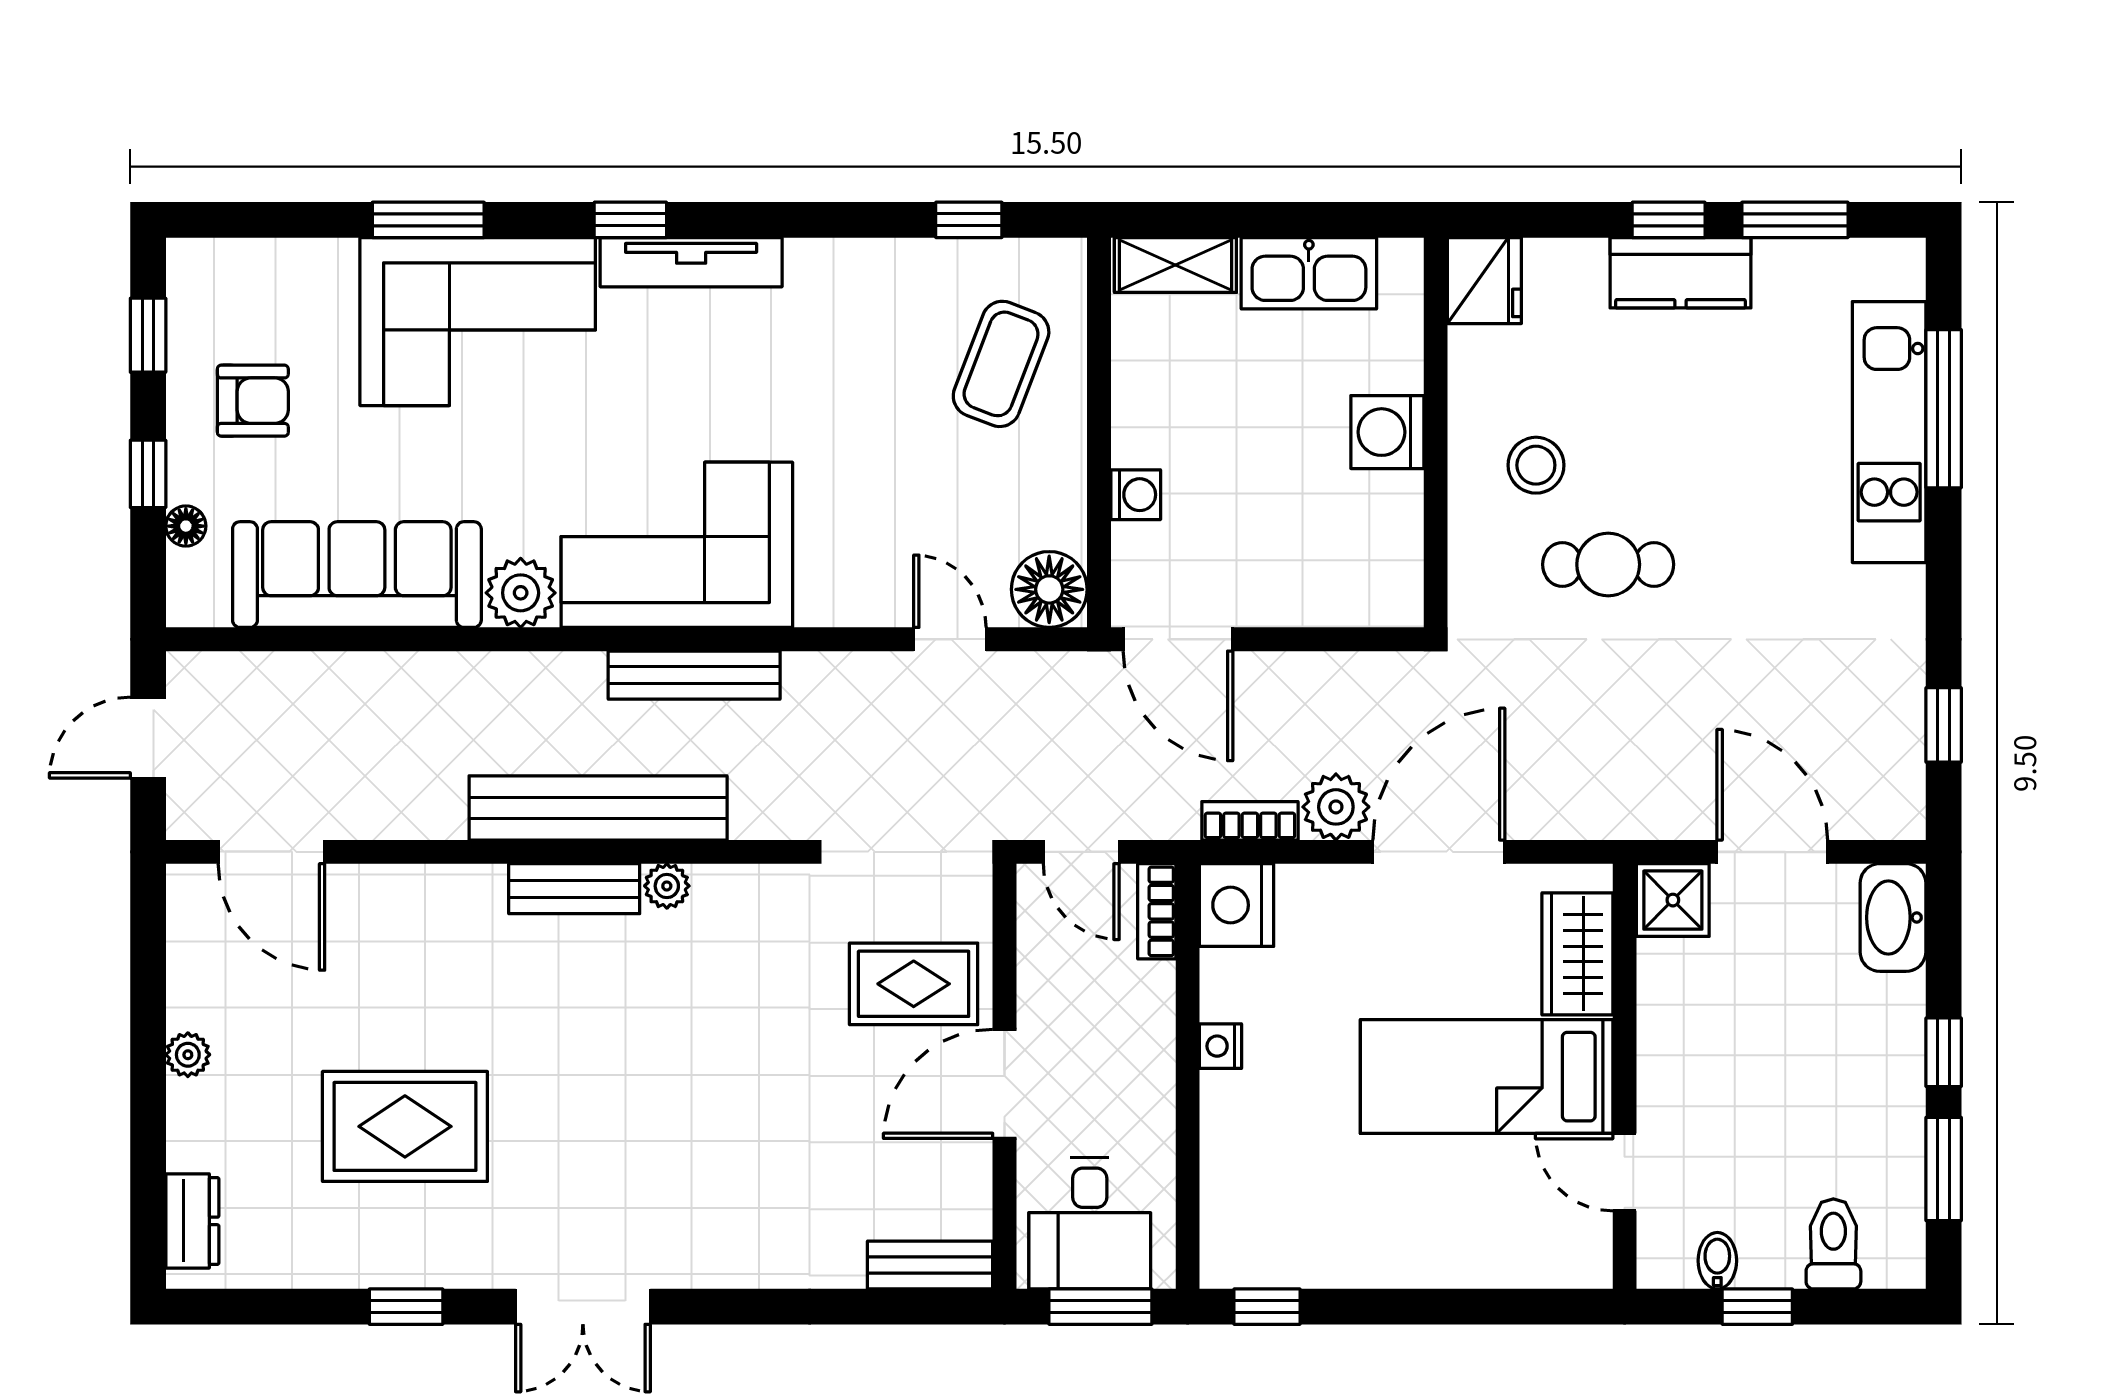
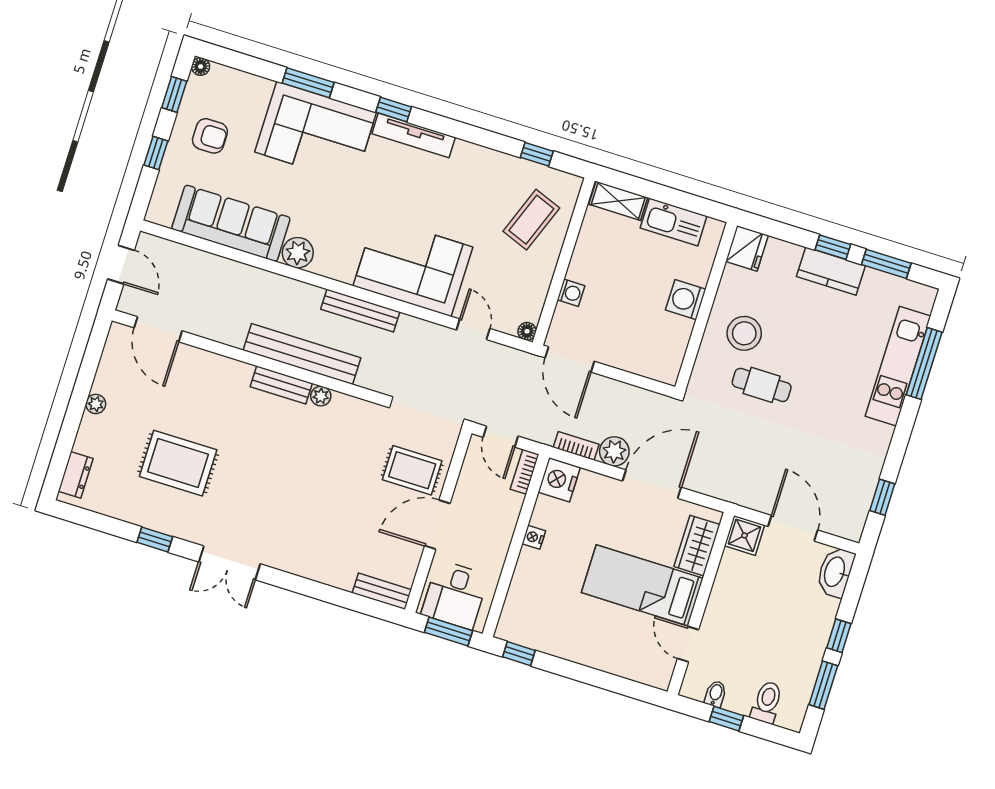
stool: (1536, 465) -> (744, 333), width x1.38, depth x1.38
floor lamp: (186, 526) -> (201, 67), moved
corner sofa: (677, 545) -> (413, 266), moved
floor lamp: (1049, 589) -> (527, 331), width x0.53, depth x0.53
door: (148, 738) -> (121, 265), swing flipped

